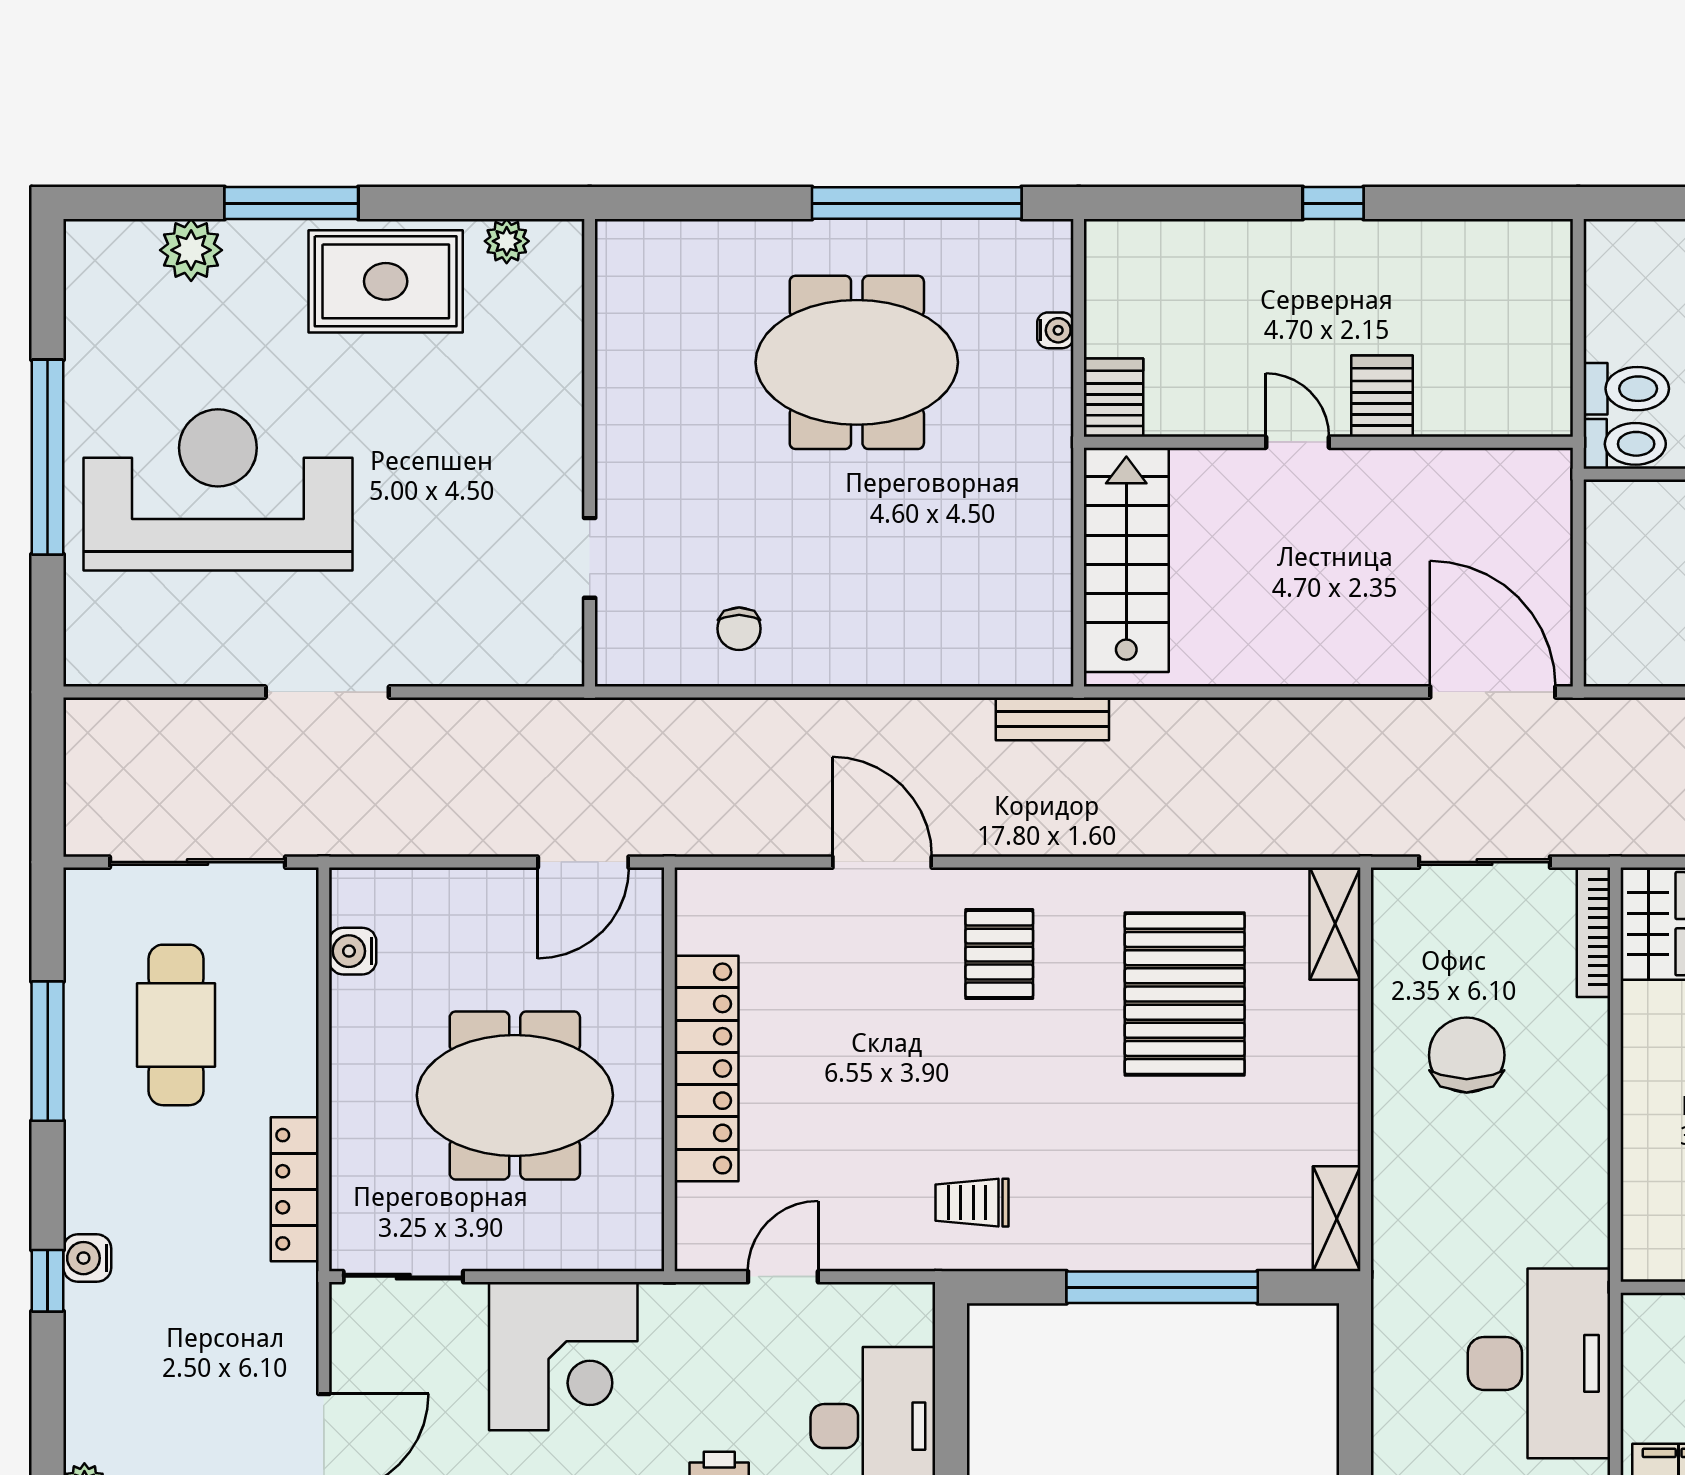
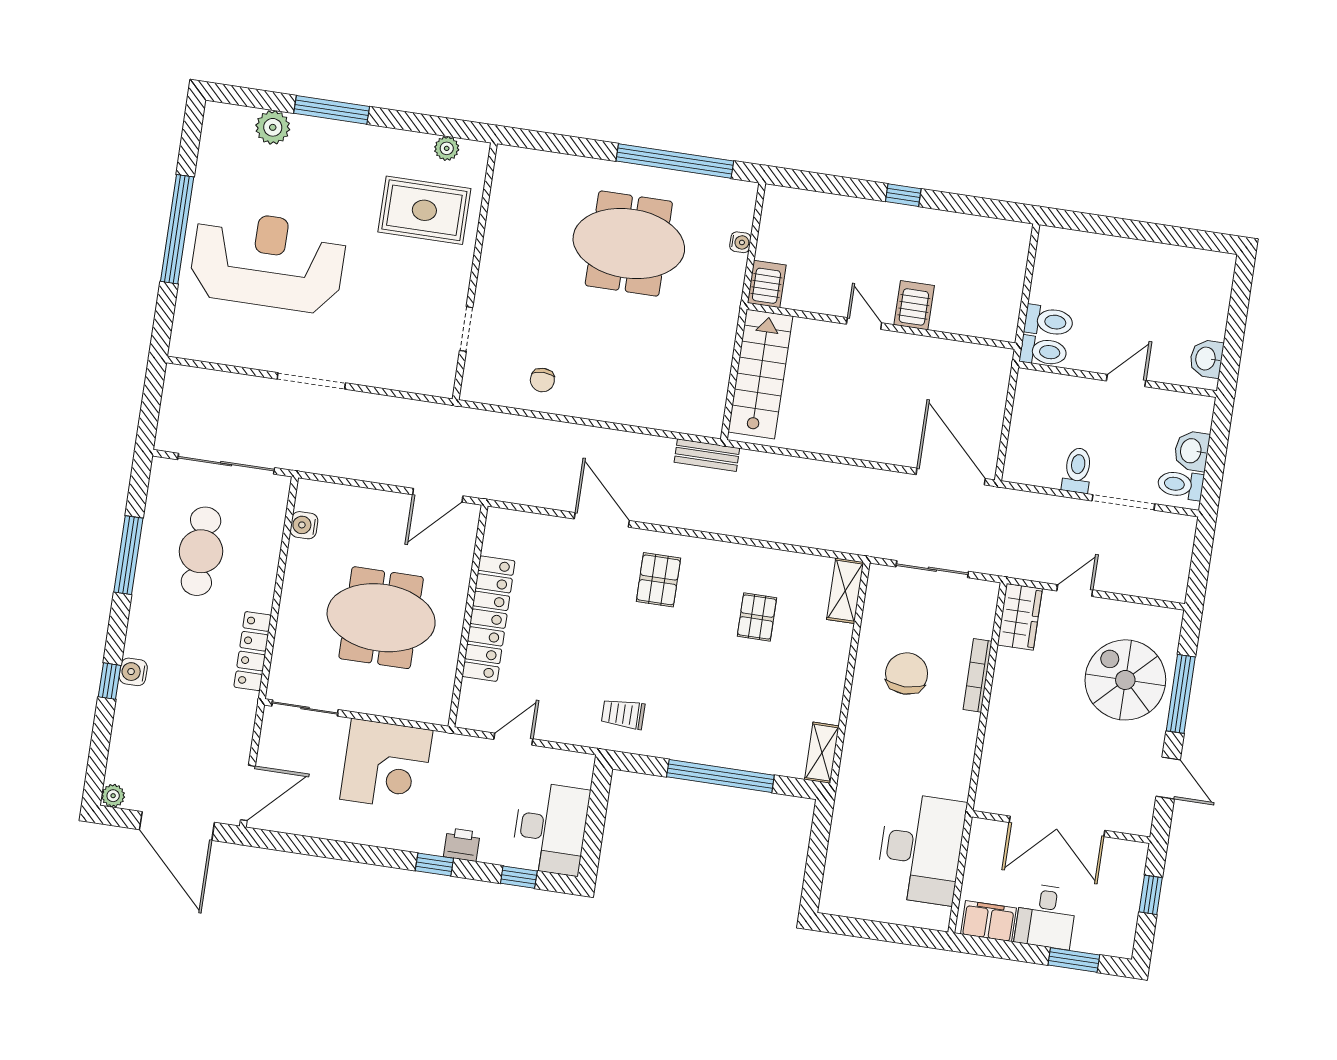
rug: (386, 281) -> (424, 210), moved
bookcase: (1593, 932) -> (977, 675), moved
pallet: (1185, 994) -> (757, 617), width x0.49, depth x0.50

